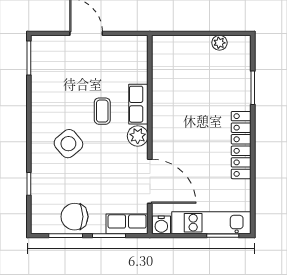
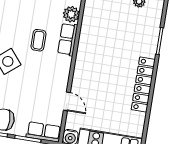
plant: (138, 136) -> (71, 14), moved
door: (150, 181) -> (67, 101), width x0.53

